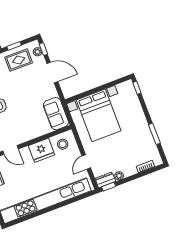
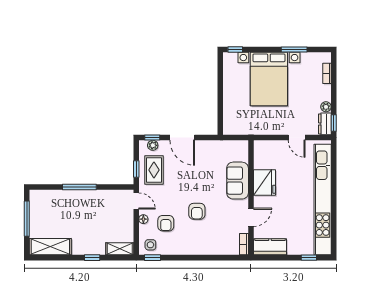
door: (52, 73) -> (182, 138), swing flipped
sofa: (56, 114) -> (238, 181), moved, turned 90
bed with nightstands: (99, 115) -> (269, 79), moved, turned 90
stool: (63, 144) -> (267, 156), removed

